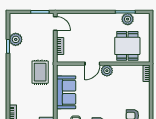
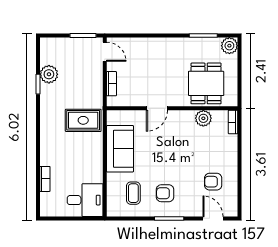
plant: (128, 19) -> (229, 46), moved
plant: (107, 71) -> (203, 118), moved
rug: (40, 72) -> (83, 120), turned 90

